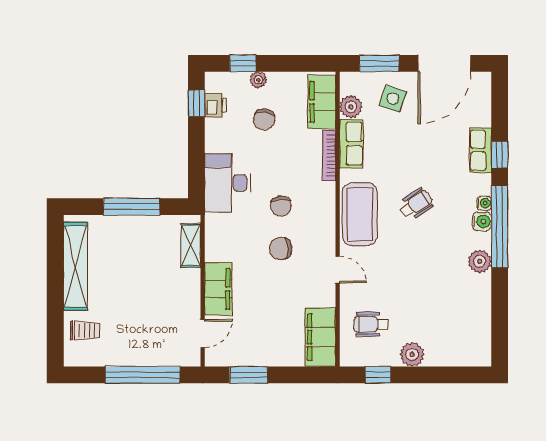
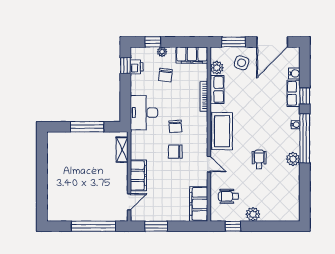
filing cabinet: (322, 102) -> (192, 55), moved, turned -90
wheelchair: (416, 204) -> (259, 159), moved, turned -56
water cooler: (482, 221) -> (294, 73), moved
shelving: (76, 266) -> (54, 162), removed
trolley: (85, 331) -> (59, 200), removed

